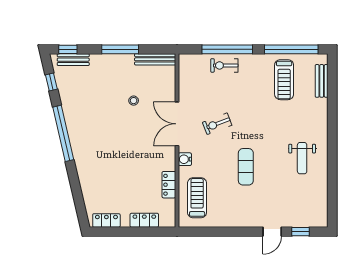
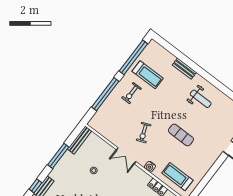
exercise bike: (224, 65) -> (131, 93), moved
bench: (322, 81) -> (184, 69), moved
double door: (177, 124) -> (126, 156), width x0.73

